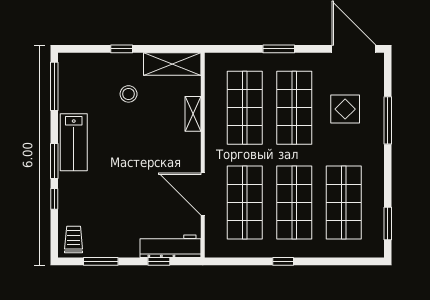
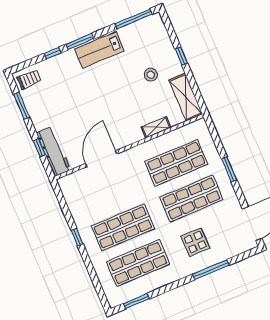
display table: (345, 109) -> (195, 242), moved
shop shelf: (245, 203) -> (108, 192), removed

